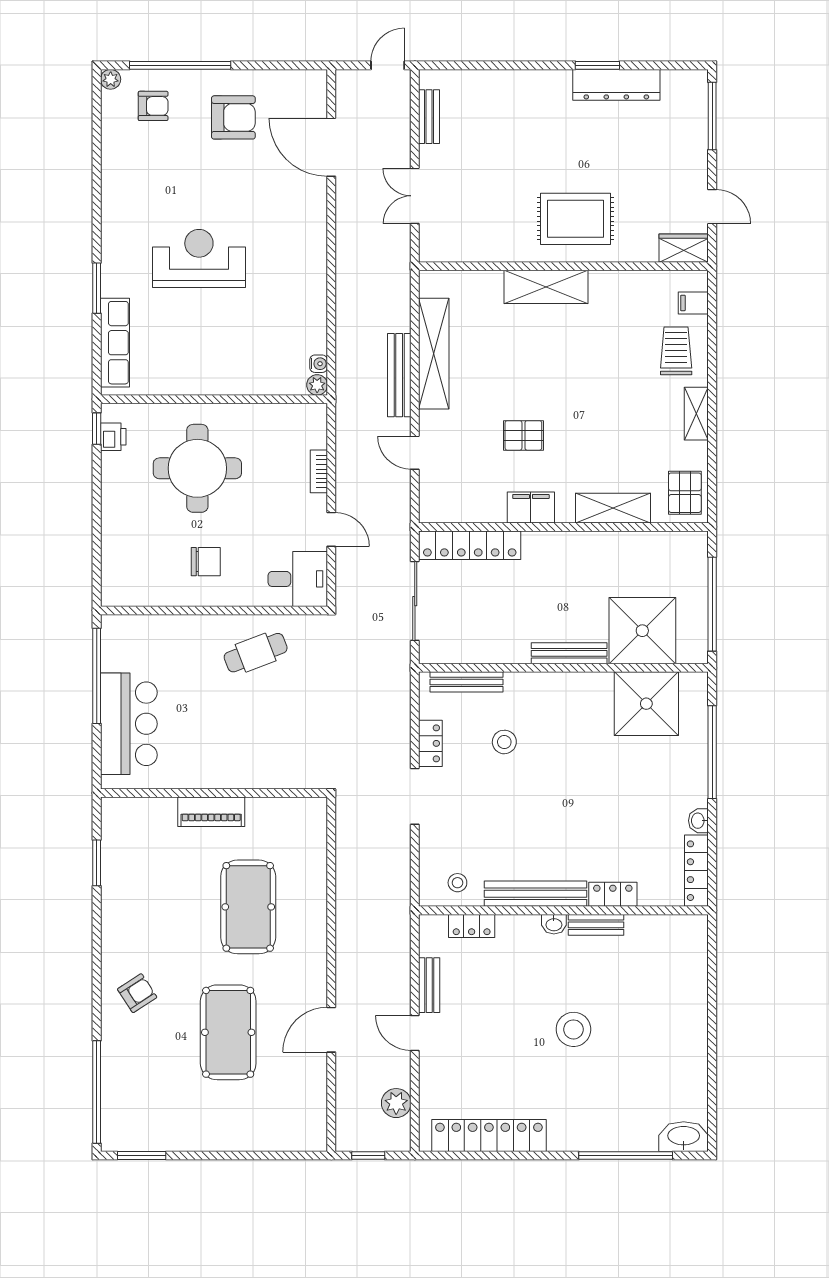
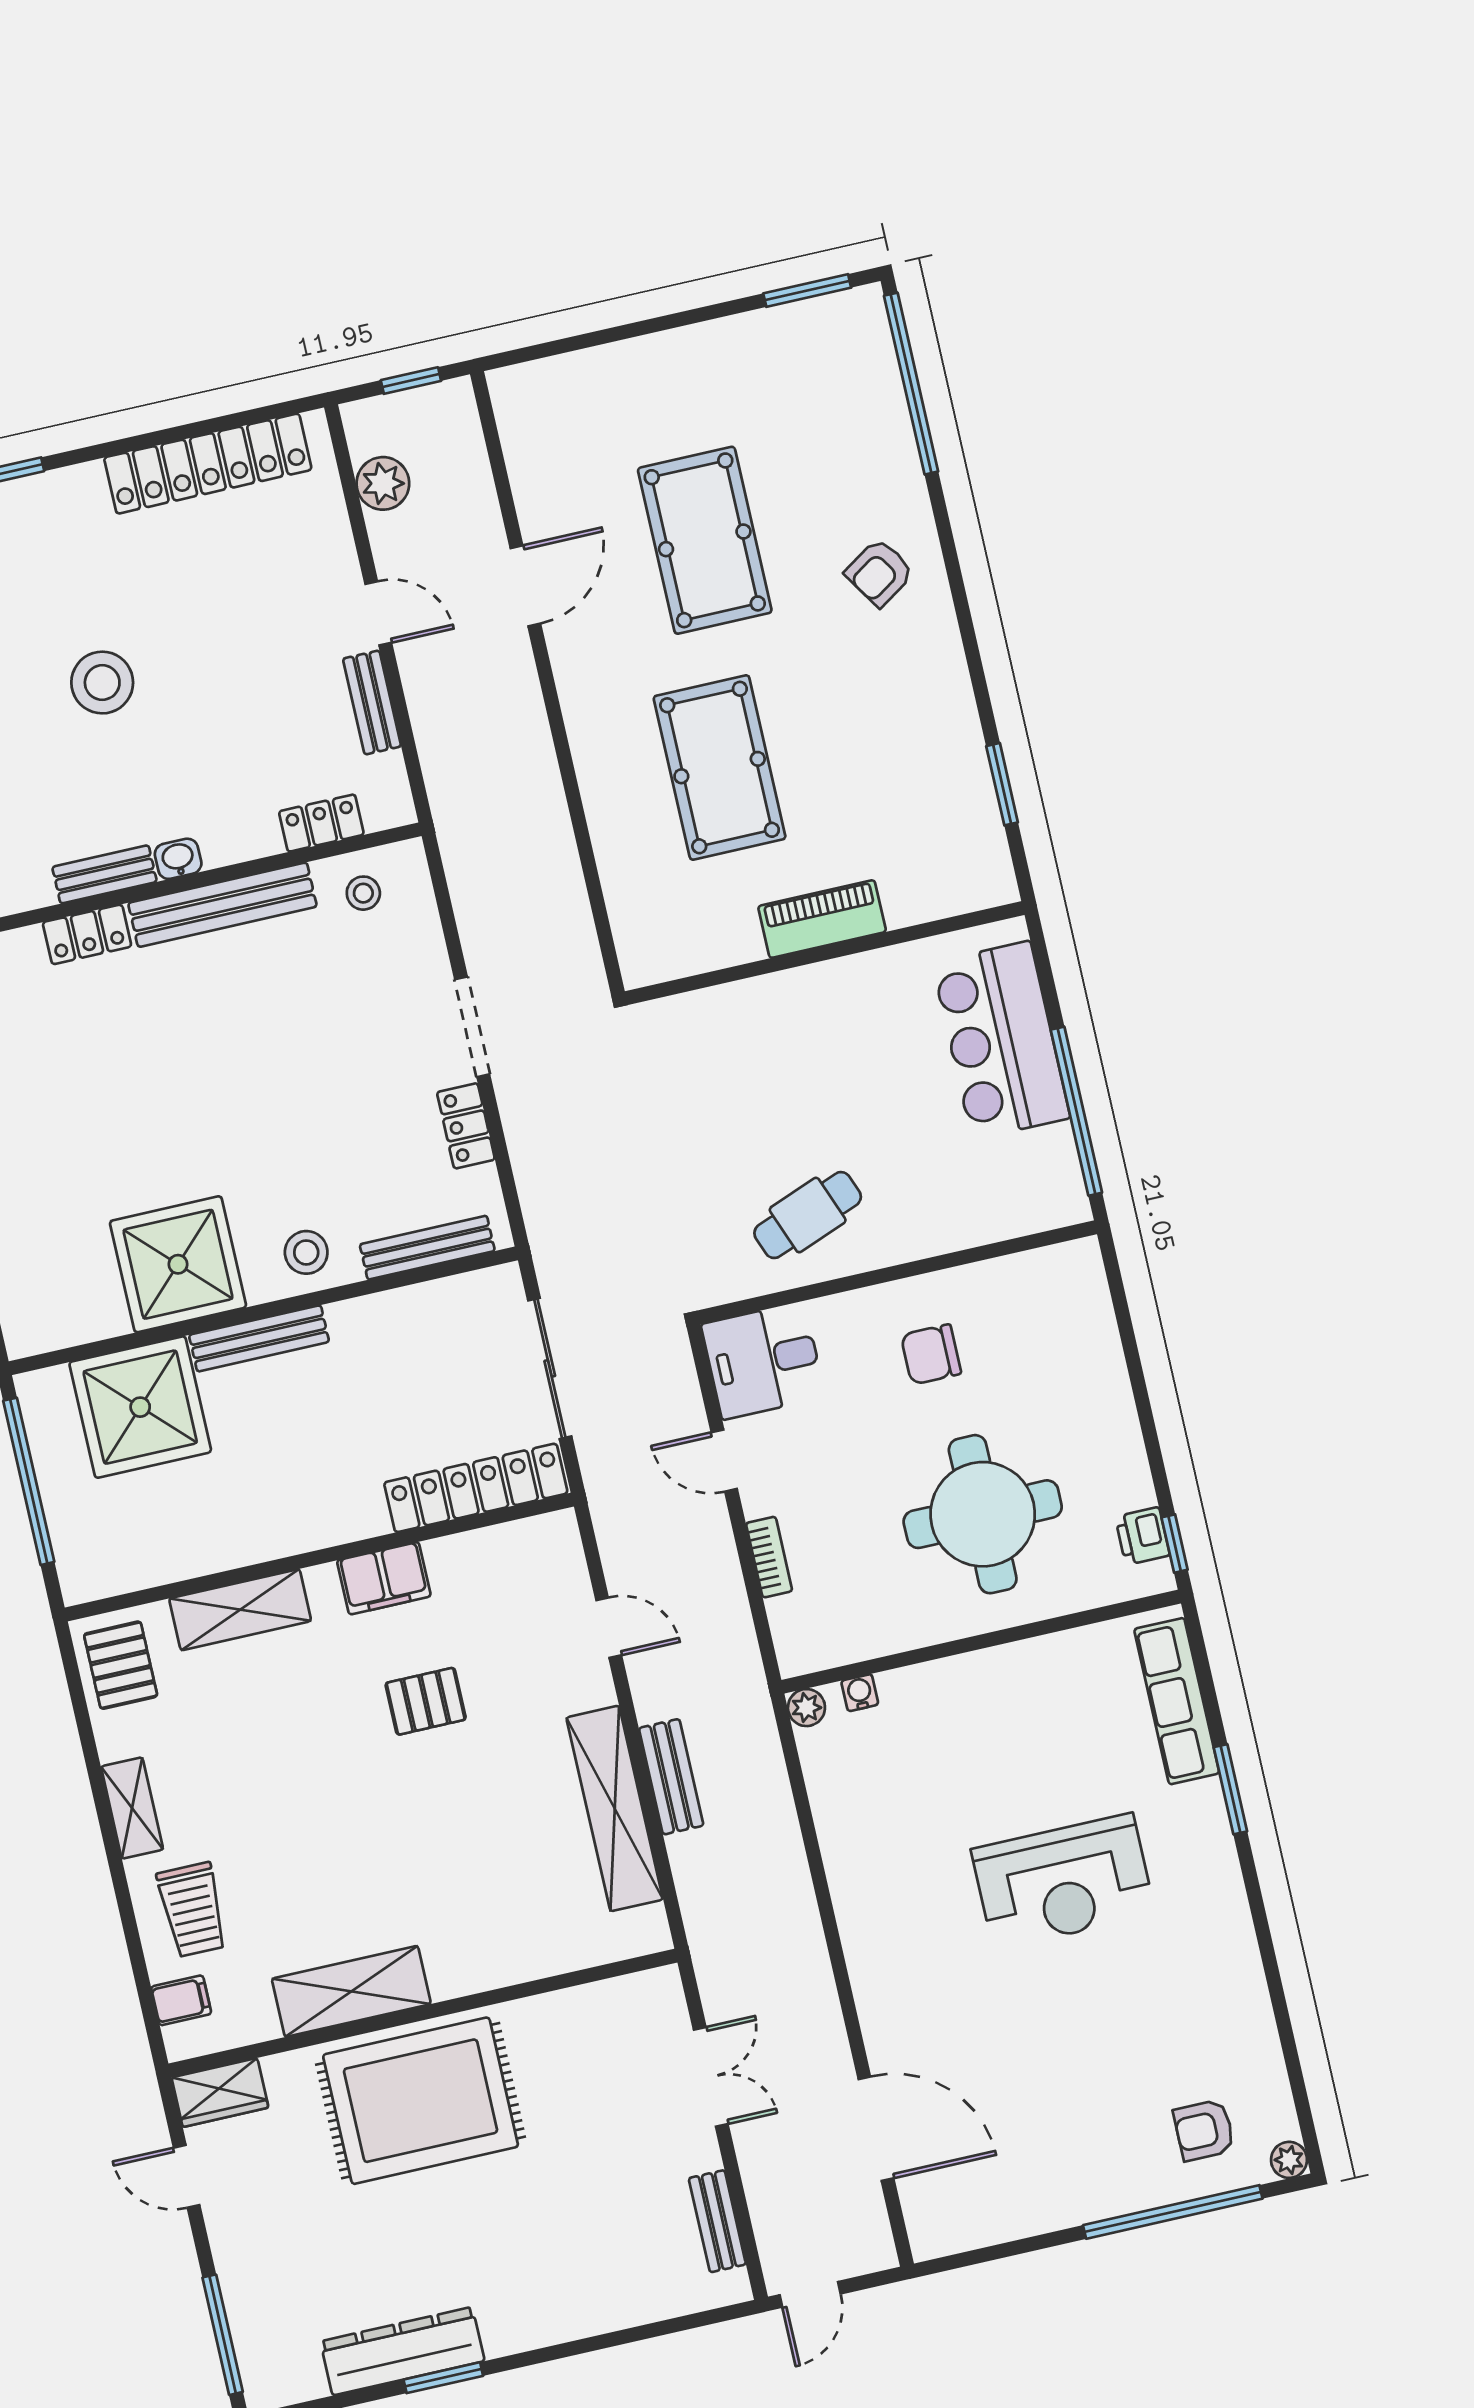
armchair: (233, 117) -> (1059, 2142), removed
rug: (576, 219) -> (421, 2101), width x1.37, depth x1.44
shelving: (546, 287) -> (351, 1991), moved
water cooler: (319, 364) -> (860, 1693), moved, turned 90
bench: (399, 375) -> (671, 1777), width x0.73
shower: (646, 704) -> (178, 1264), moved
stool: (504, 742) -> (306, 1252), moved

